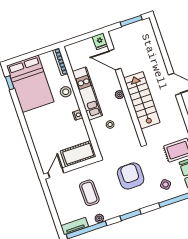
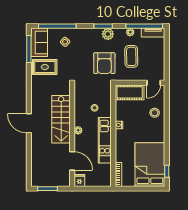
stool: (66, 92) -> (155, 113), moved
armchair: (131, 176) -> (104, 63), moved
plant: (123, 208) -> (108, 34), added

